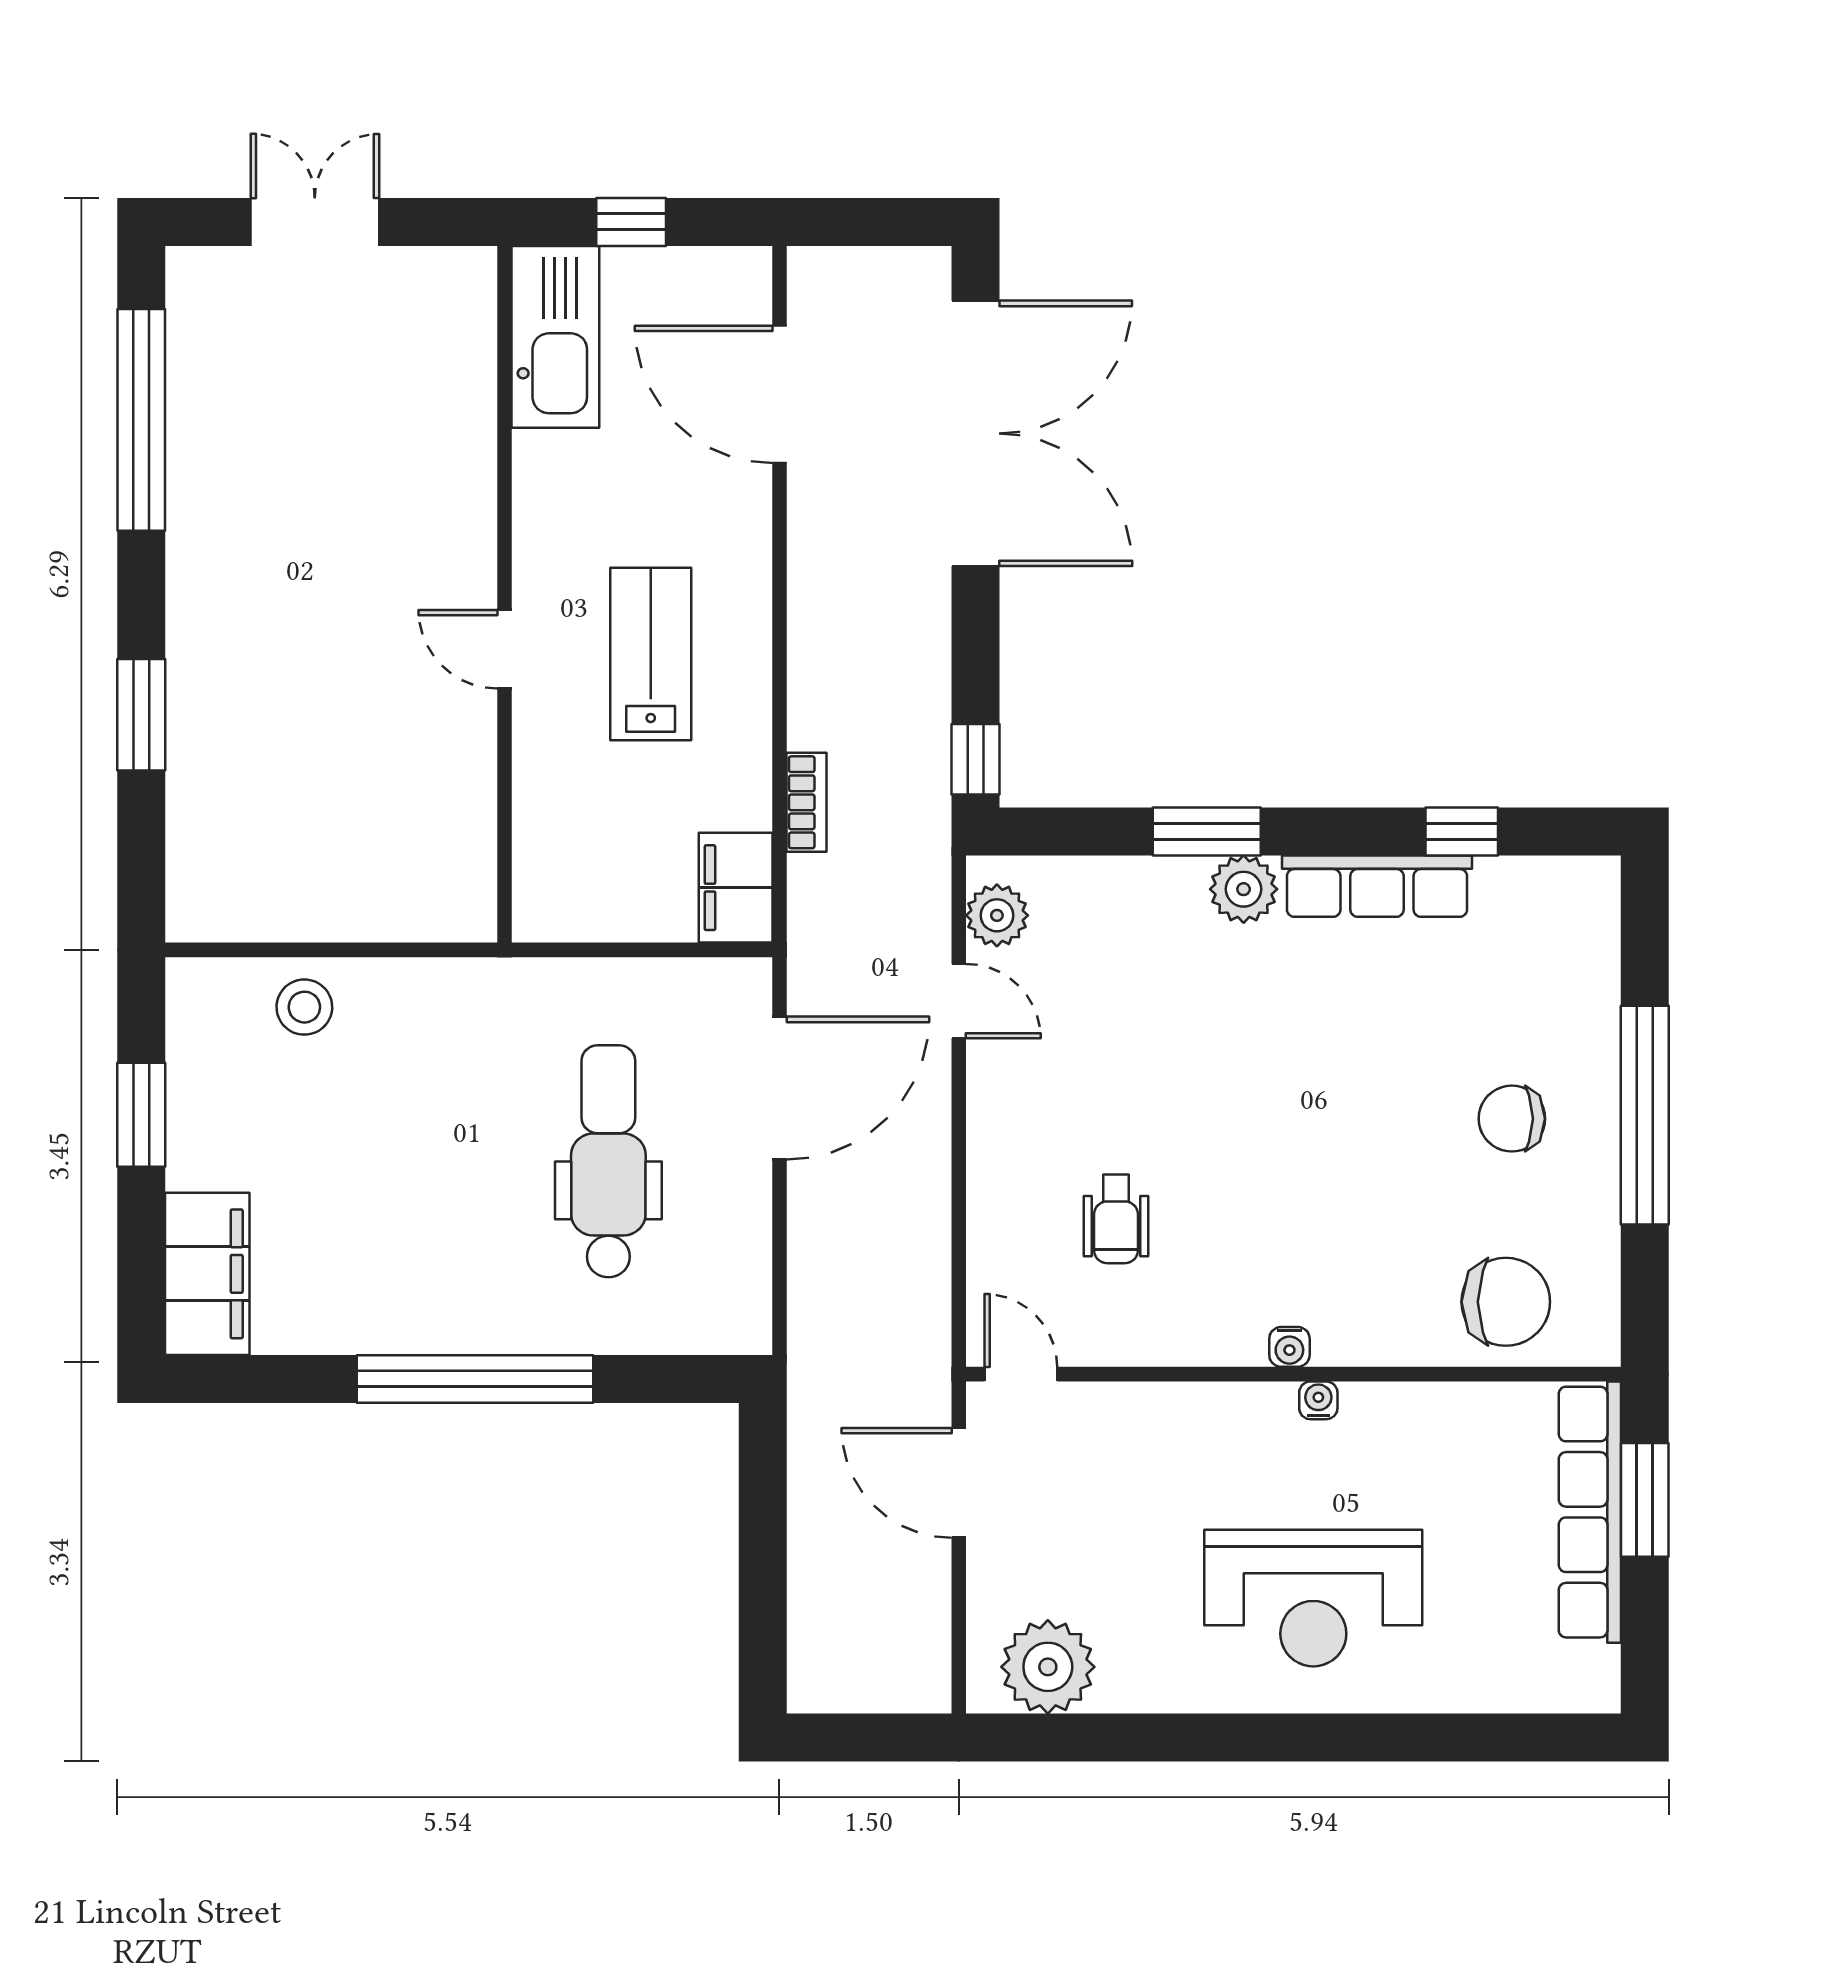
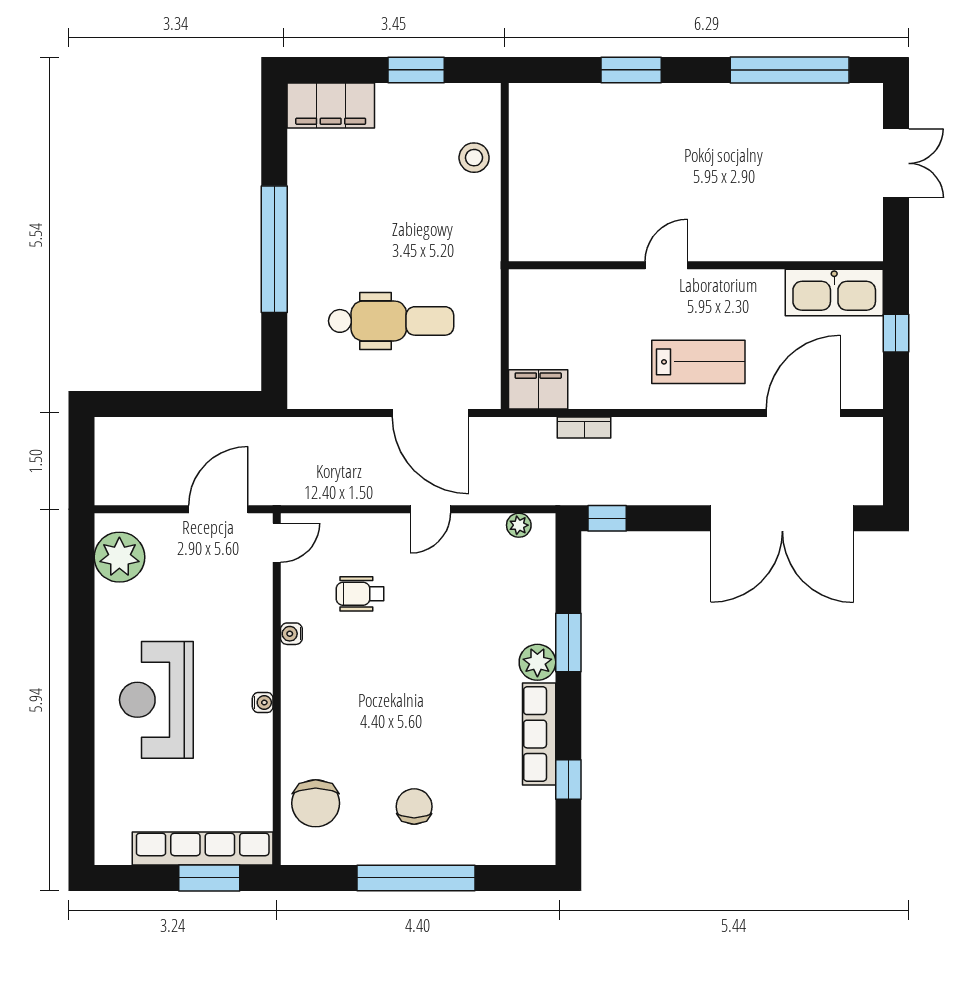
lab bench: (651, 654) -> (698, 362), moved
plant: (997, 915) -> (519, 525), width x0.73, depth x0.73
door: (959, 1001) -> (430, 509), moved
water cooler: (1289, 1347) -> (291, 634), moved

